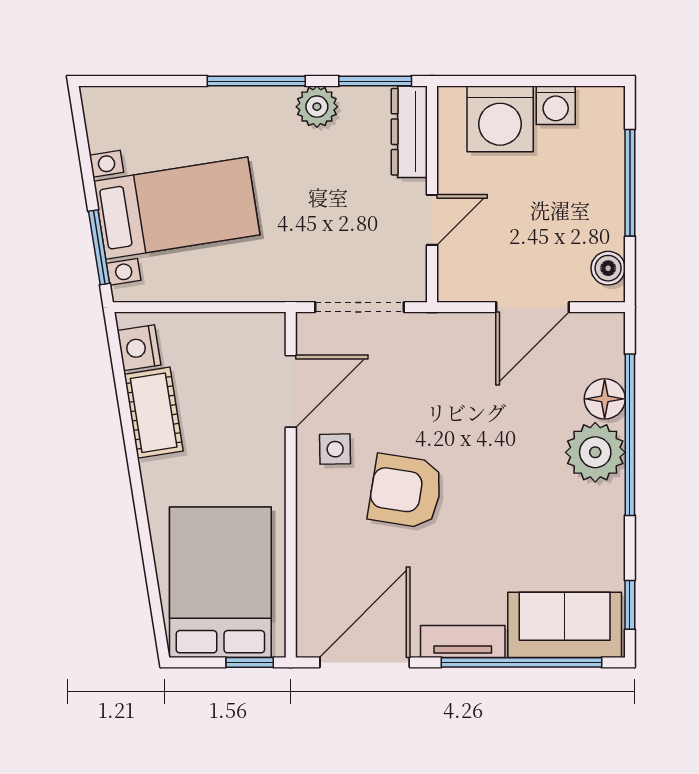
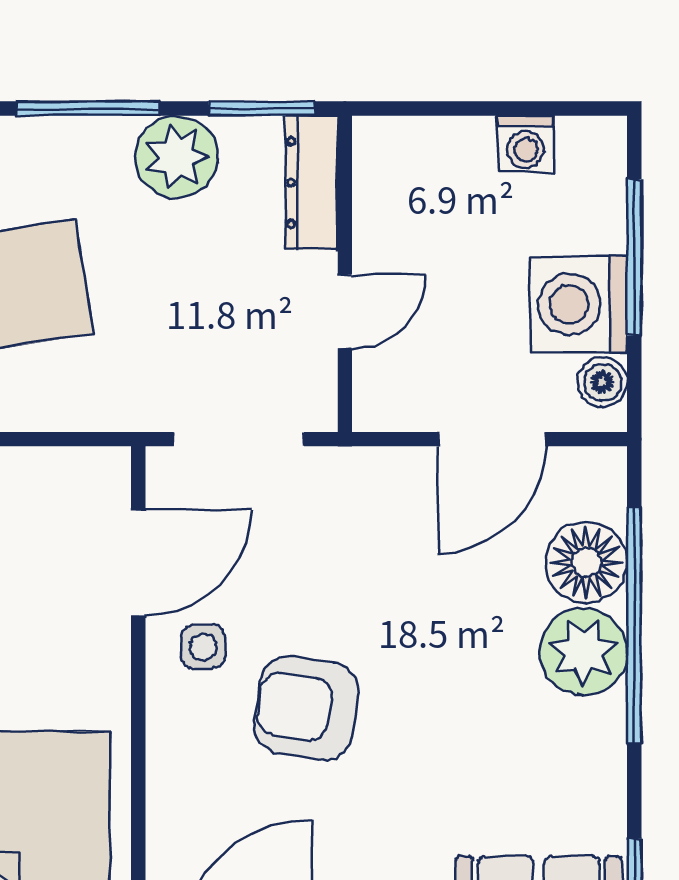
plant: (317, 107) -> (176, 157), width x1.36, depth x1.36
washing machine: (500, 119) -> (579, 304), moved, turned 90
floor lamp: (605, 399) -> (586, 562), width x1.38, depth x1.38

